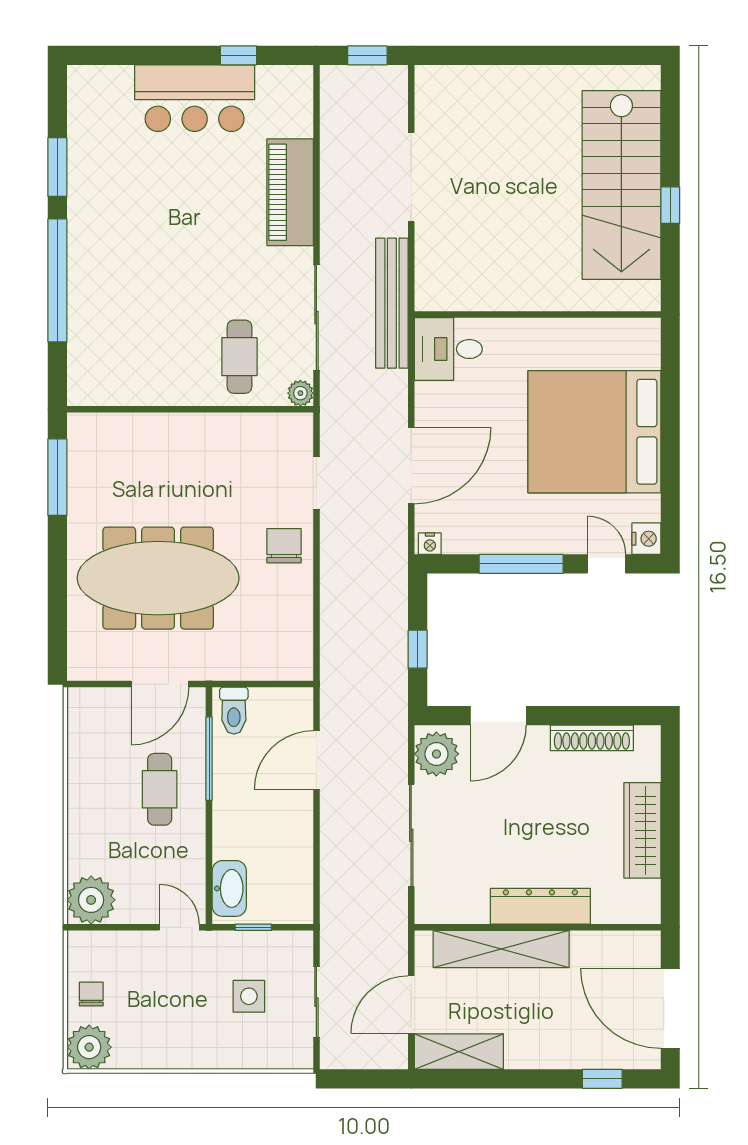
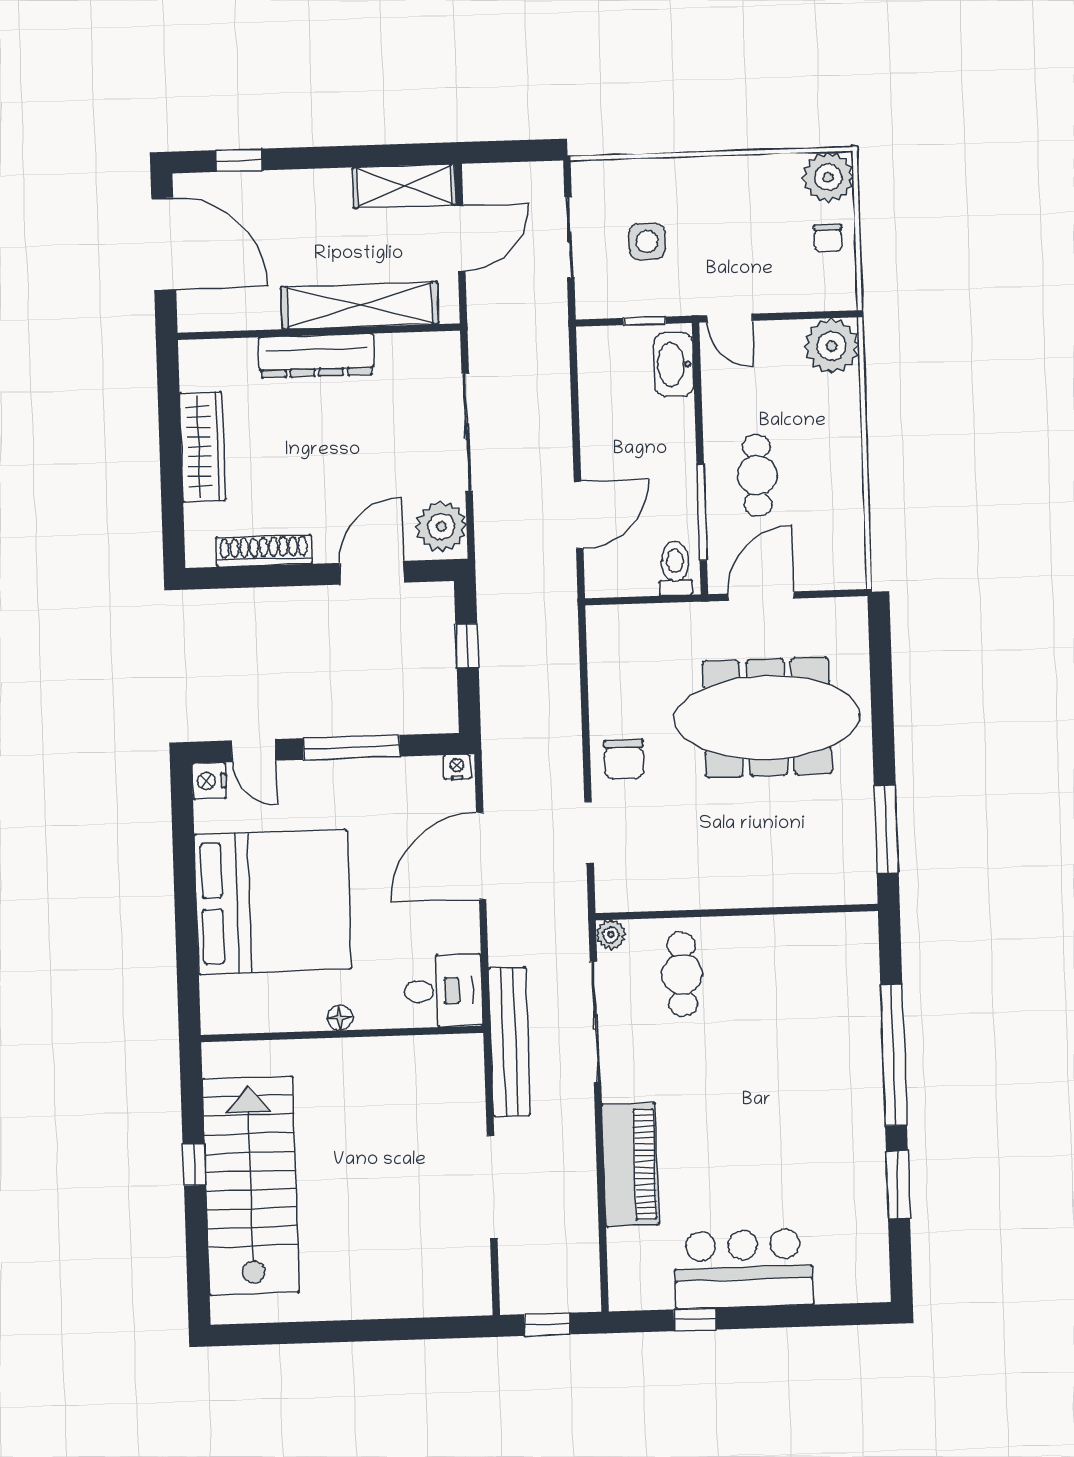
floor lamp: (539, 329) -> (340, 1018), added

